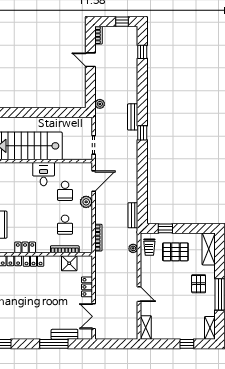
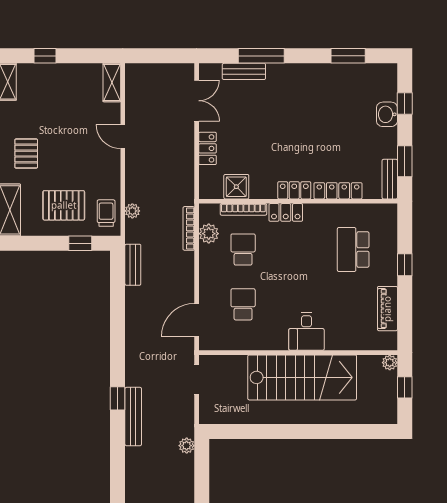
bench: (133, 117) -> (133, 417), width x1.36
desk: (44, 174) -> (306, 331), moved
plant: (86, 202) -> (209, 234), moved
locker: (25, 247) -> (286, 212), moved

